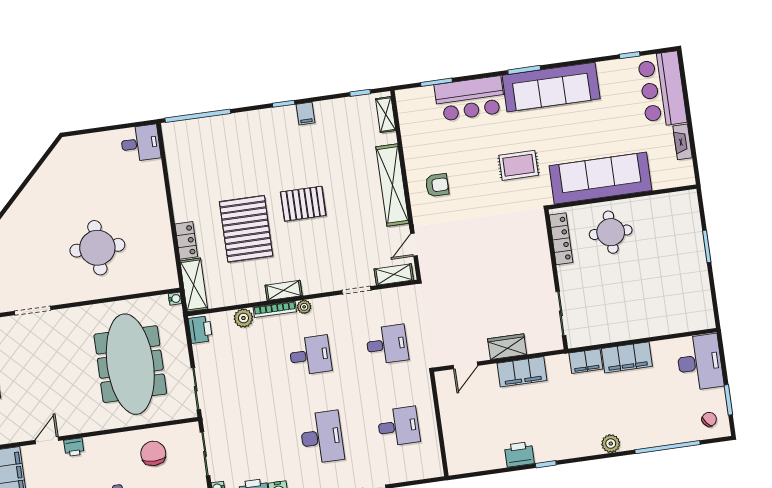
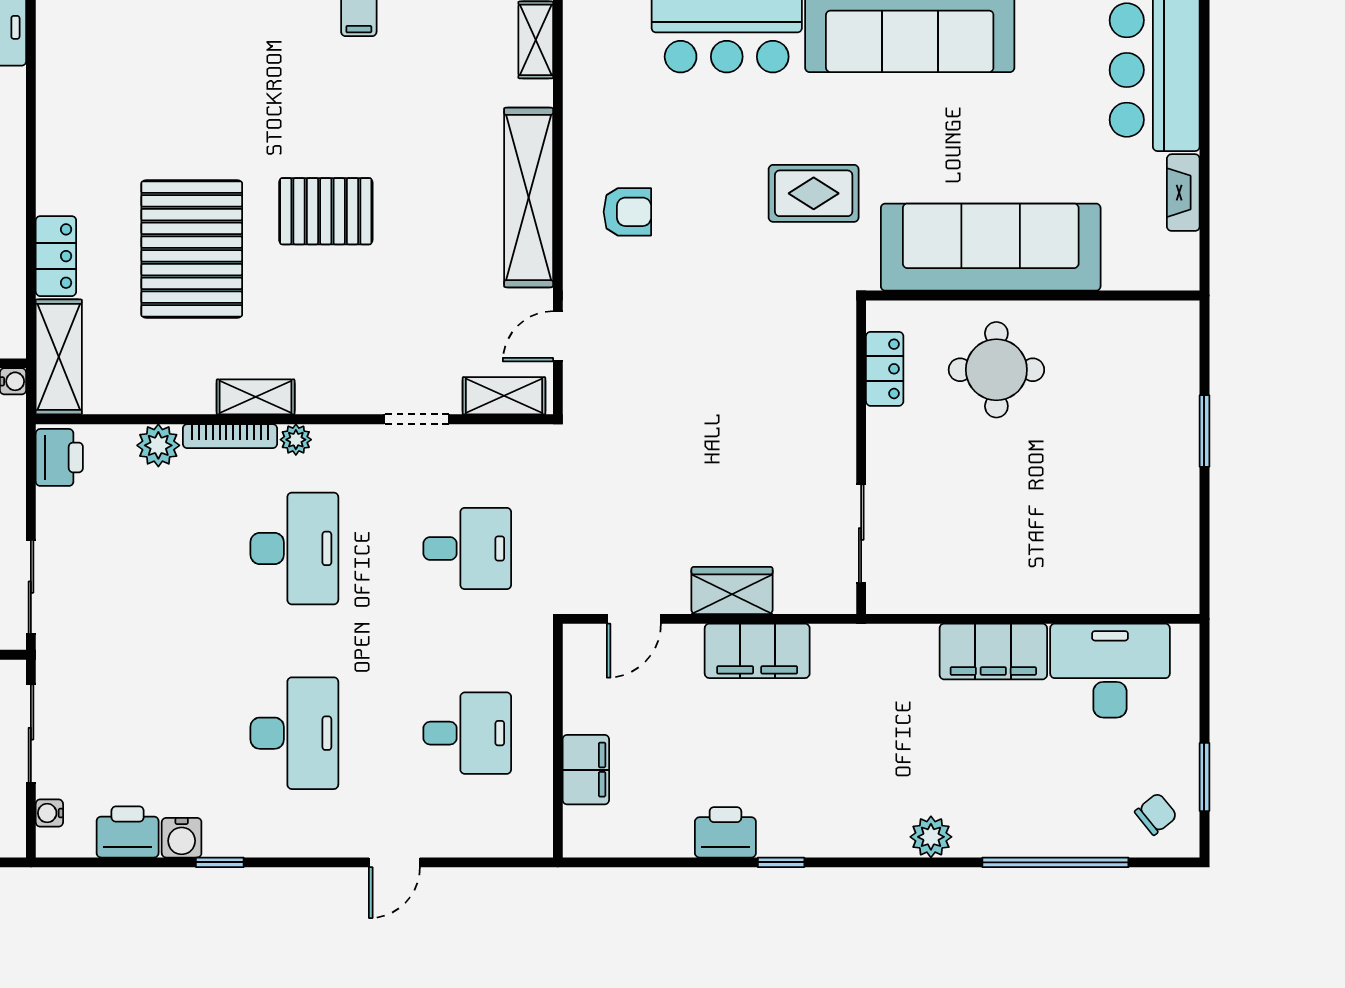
locker: (561, 239) -> (885, 369), width x0.66
desk: (310, 355) -> (294, 548), width x1.37
filing cabinet: (586, 361) -> (586, 770), moved, turned -90
desk: (700, 362) -> (1110, 671), moved, turned -90

